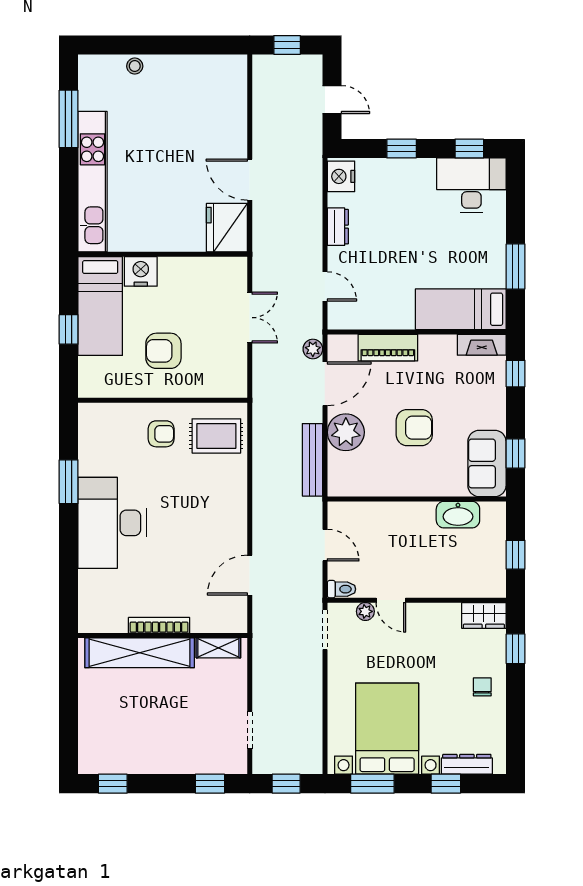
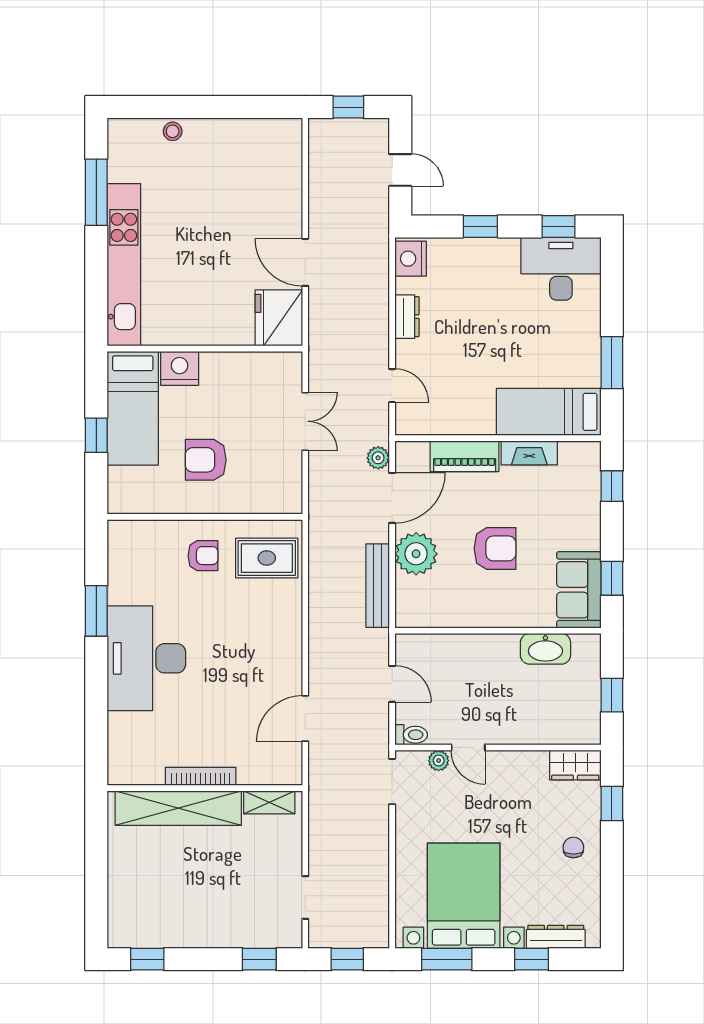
fireplace: (482, 345) -> (529, 453), moved

